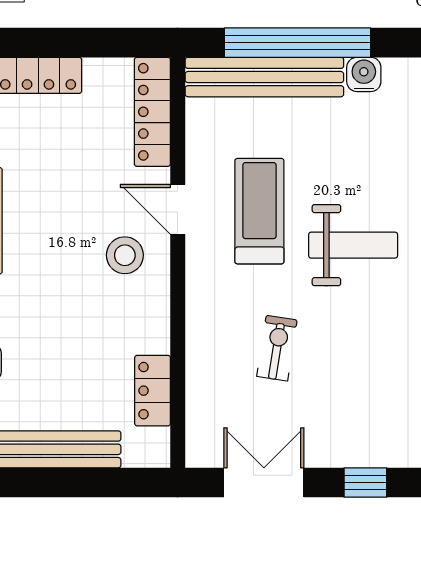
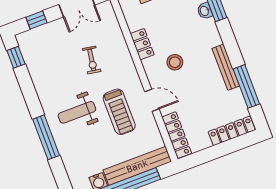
stool: (125, 255) -> (175, 62), moved
locker: (153, 391) -> (142, 44), moved

